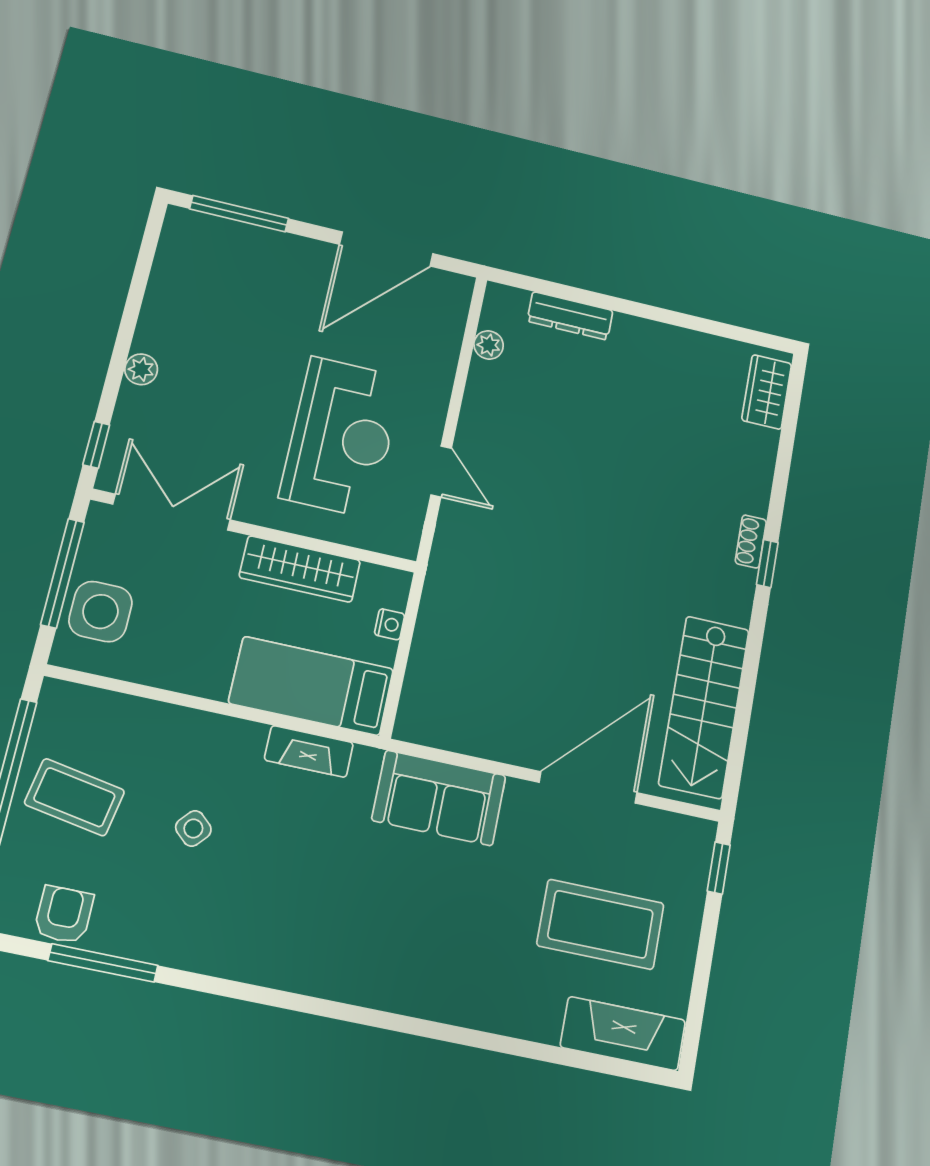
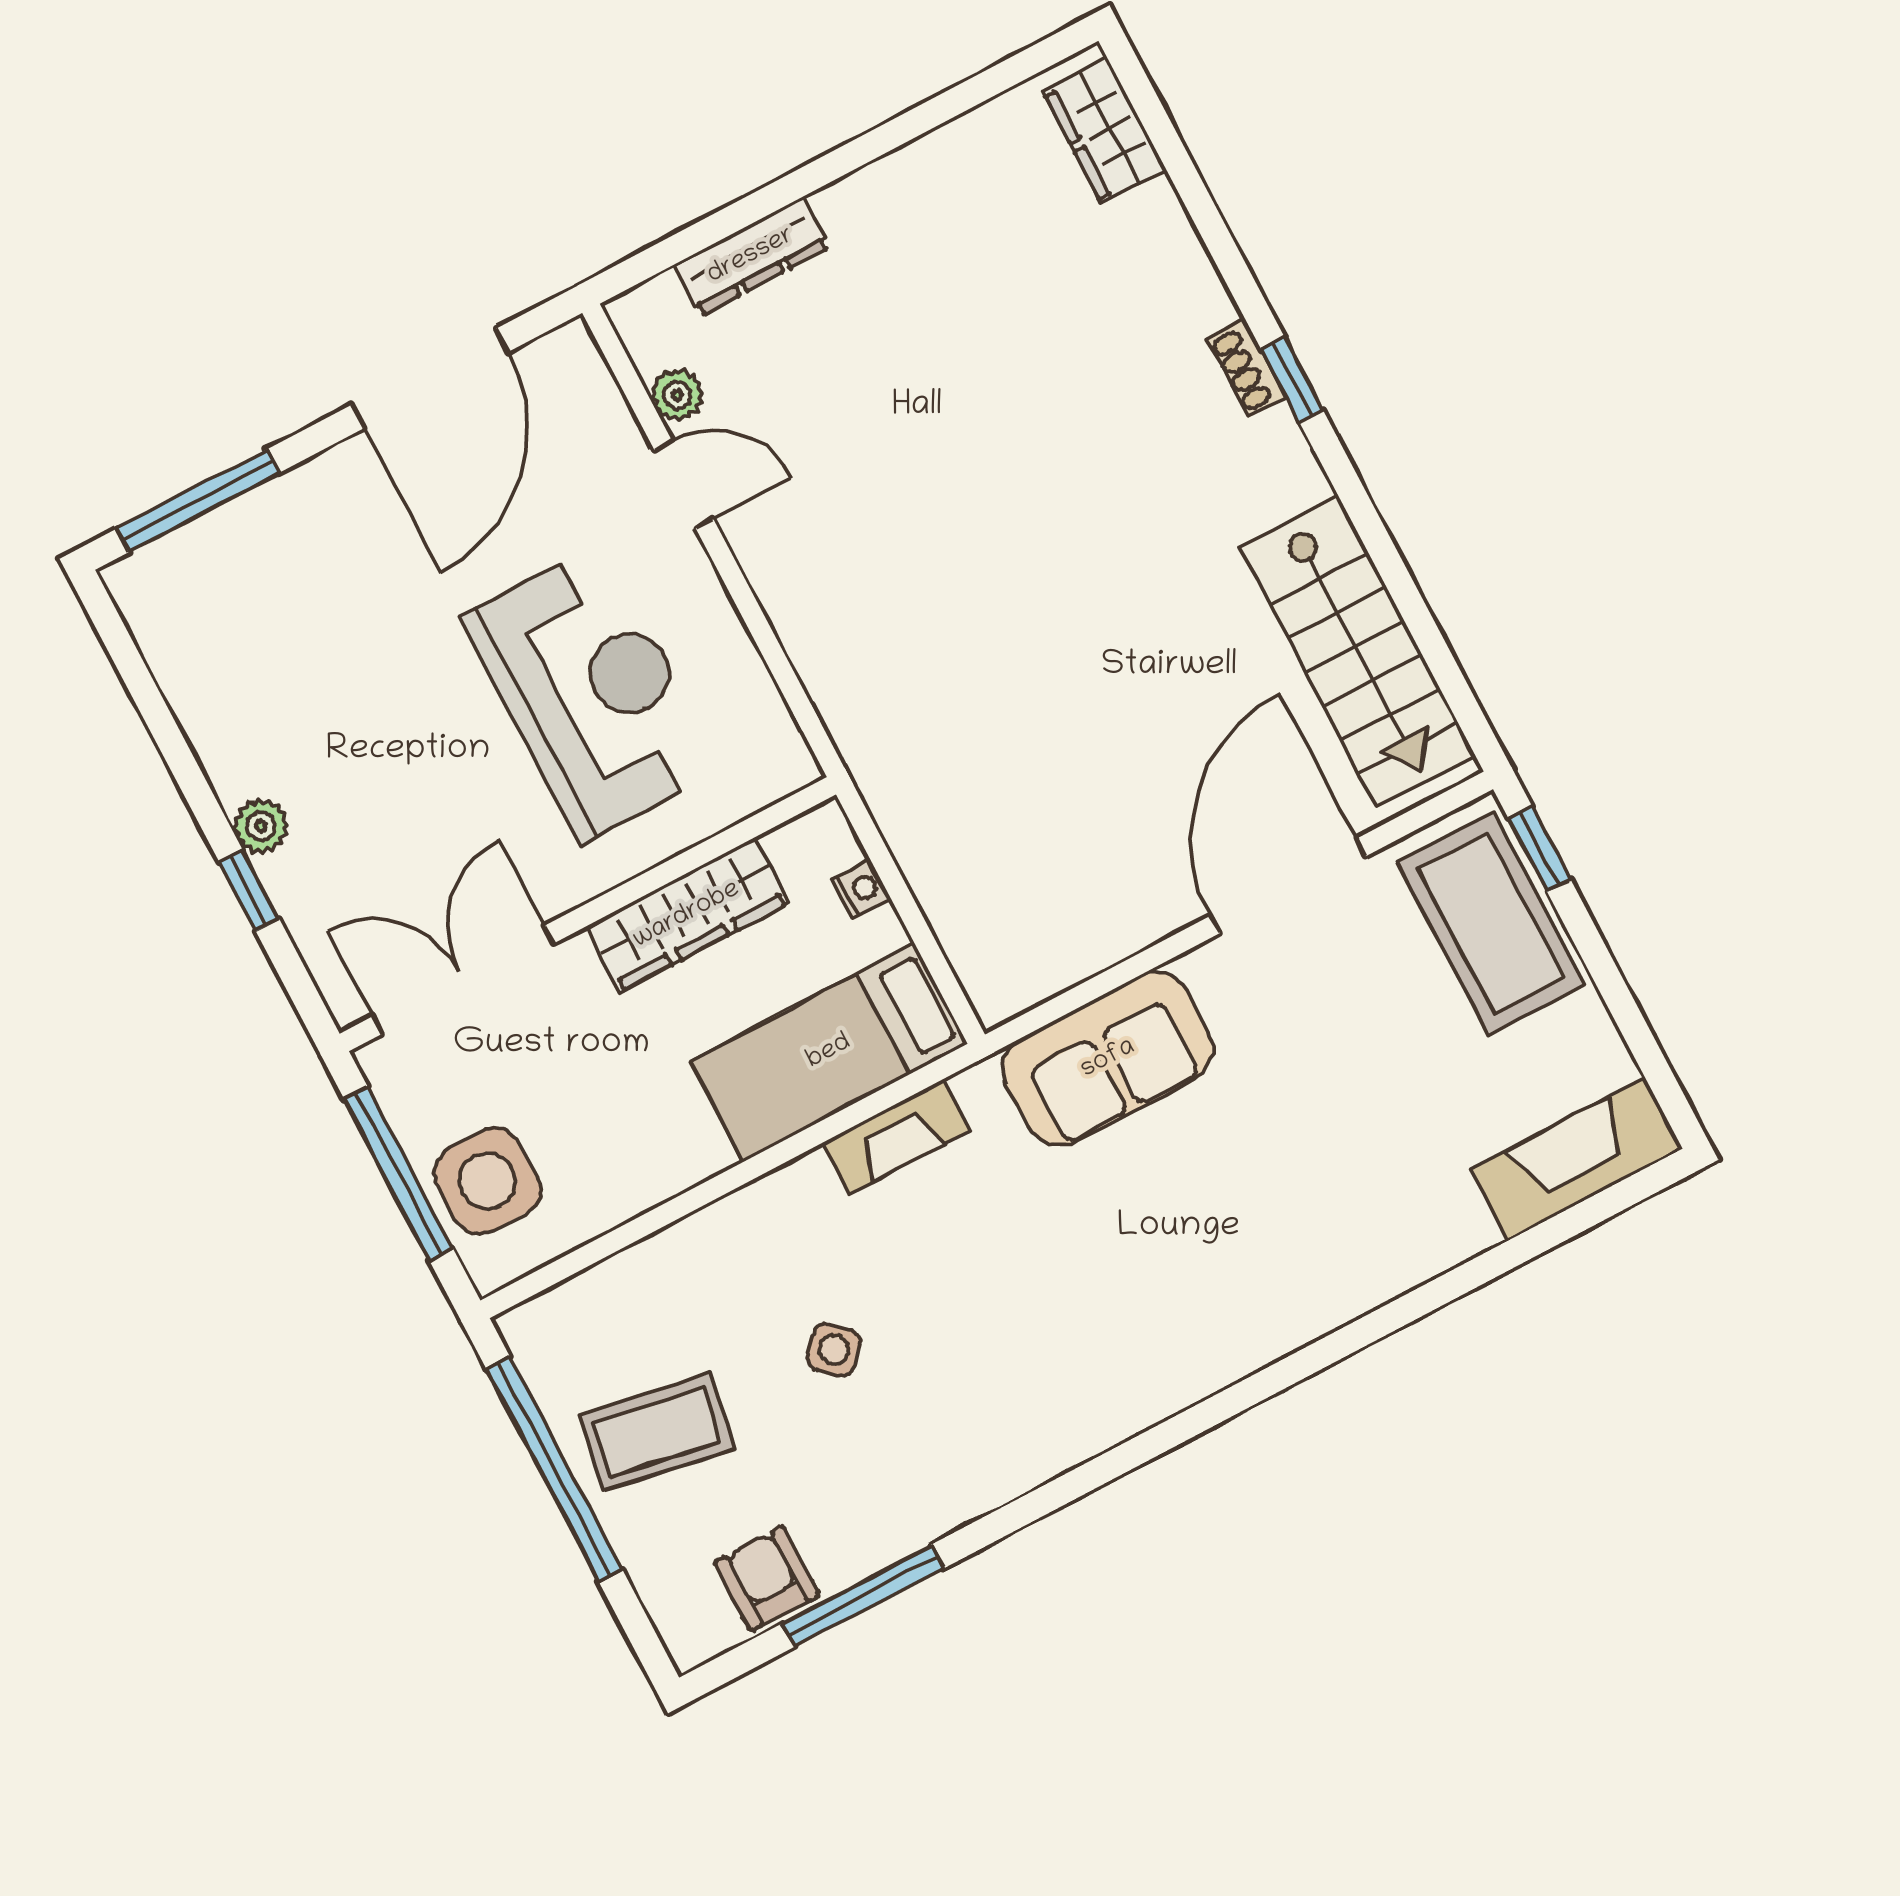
window: (96, 445) -> (249, 891), moved
door: (441, 472) -> (684, 484), moved
coffee table: (601, 924) -> (1491, 923), moved, turned 90

